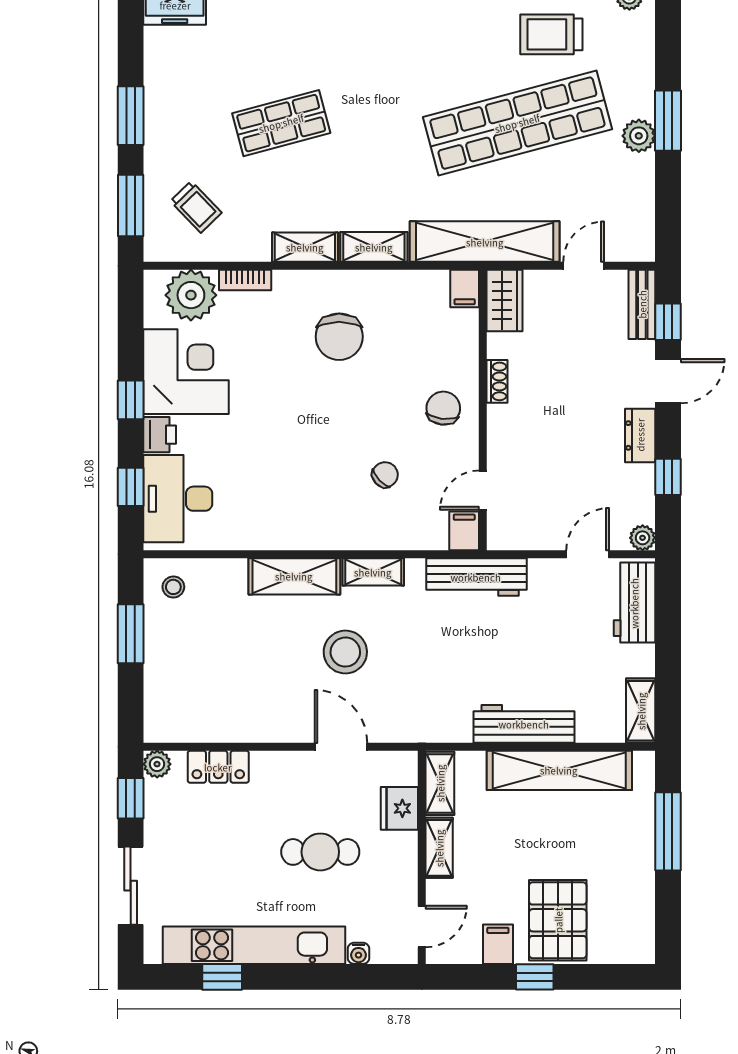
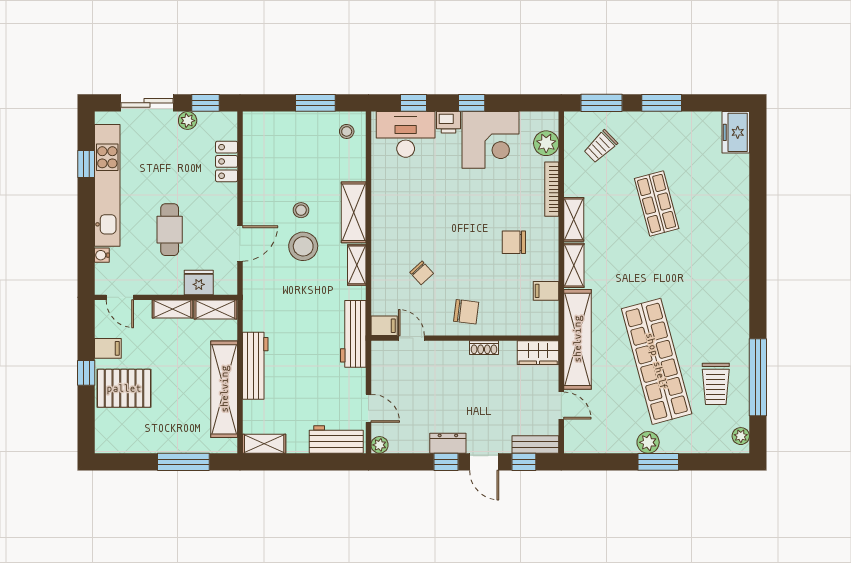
trolley: (551, 34) -> (716, 384), turned 180
bookcase: (245, 280) -> (552, 189), width x1.56
filing cabinet: (465, 289) -> (546, 291), moved
plant: (191, 295) -> (546, 143), width x0.73, depth x0.73
chair: (339, 337) -> (514, 242), width x0.73, depth x0.73
window: (668, 477) -> (446, 462), moved
stool: (291, 655) -> (301, 210), added
plant: (157, 764) -> (188, 121), moved

